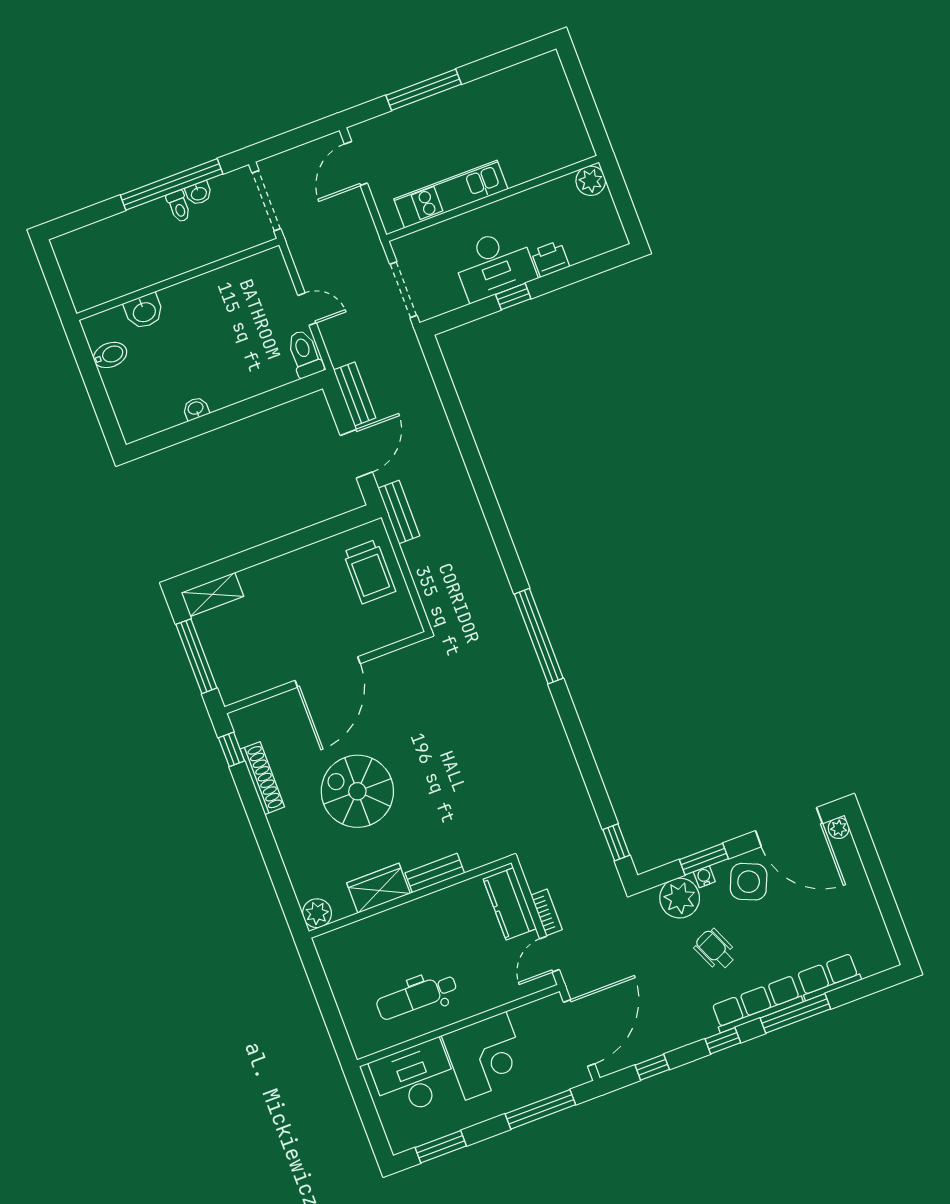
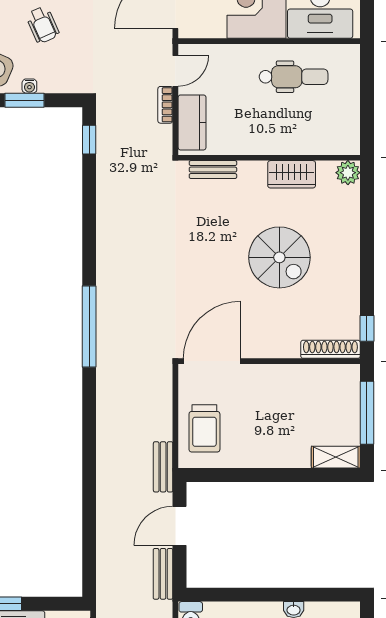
trolley: (369, 572) -> (204, 428), turned 180
door: (328, 672) -> (212, 361), moved
shoe rack: (262, 778) -> (330, 349), moved, turned 90
bench: (435, 873) -> (213, 170), moved
plant: (680, 898) -> (55, 76), removed

